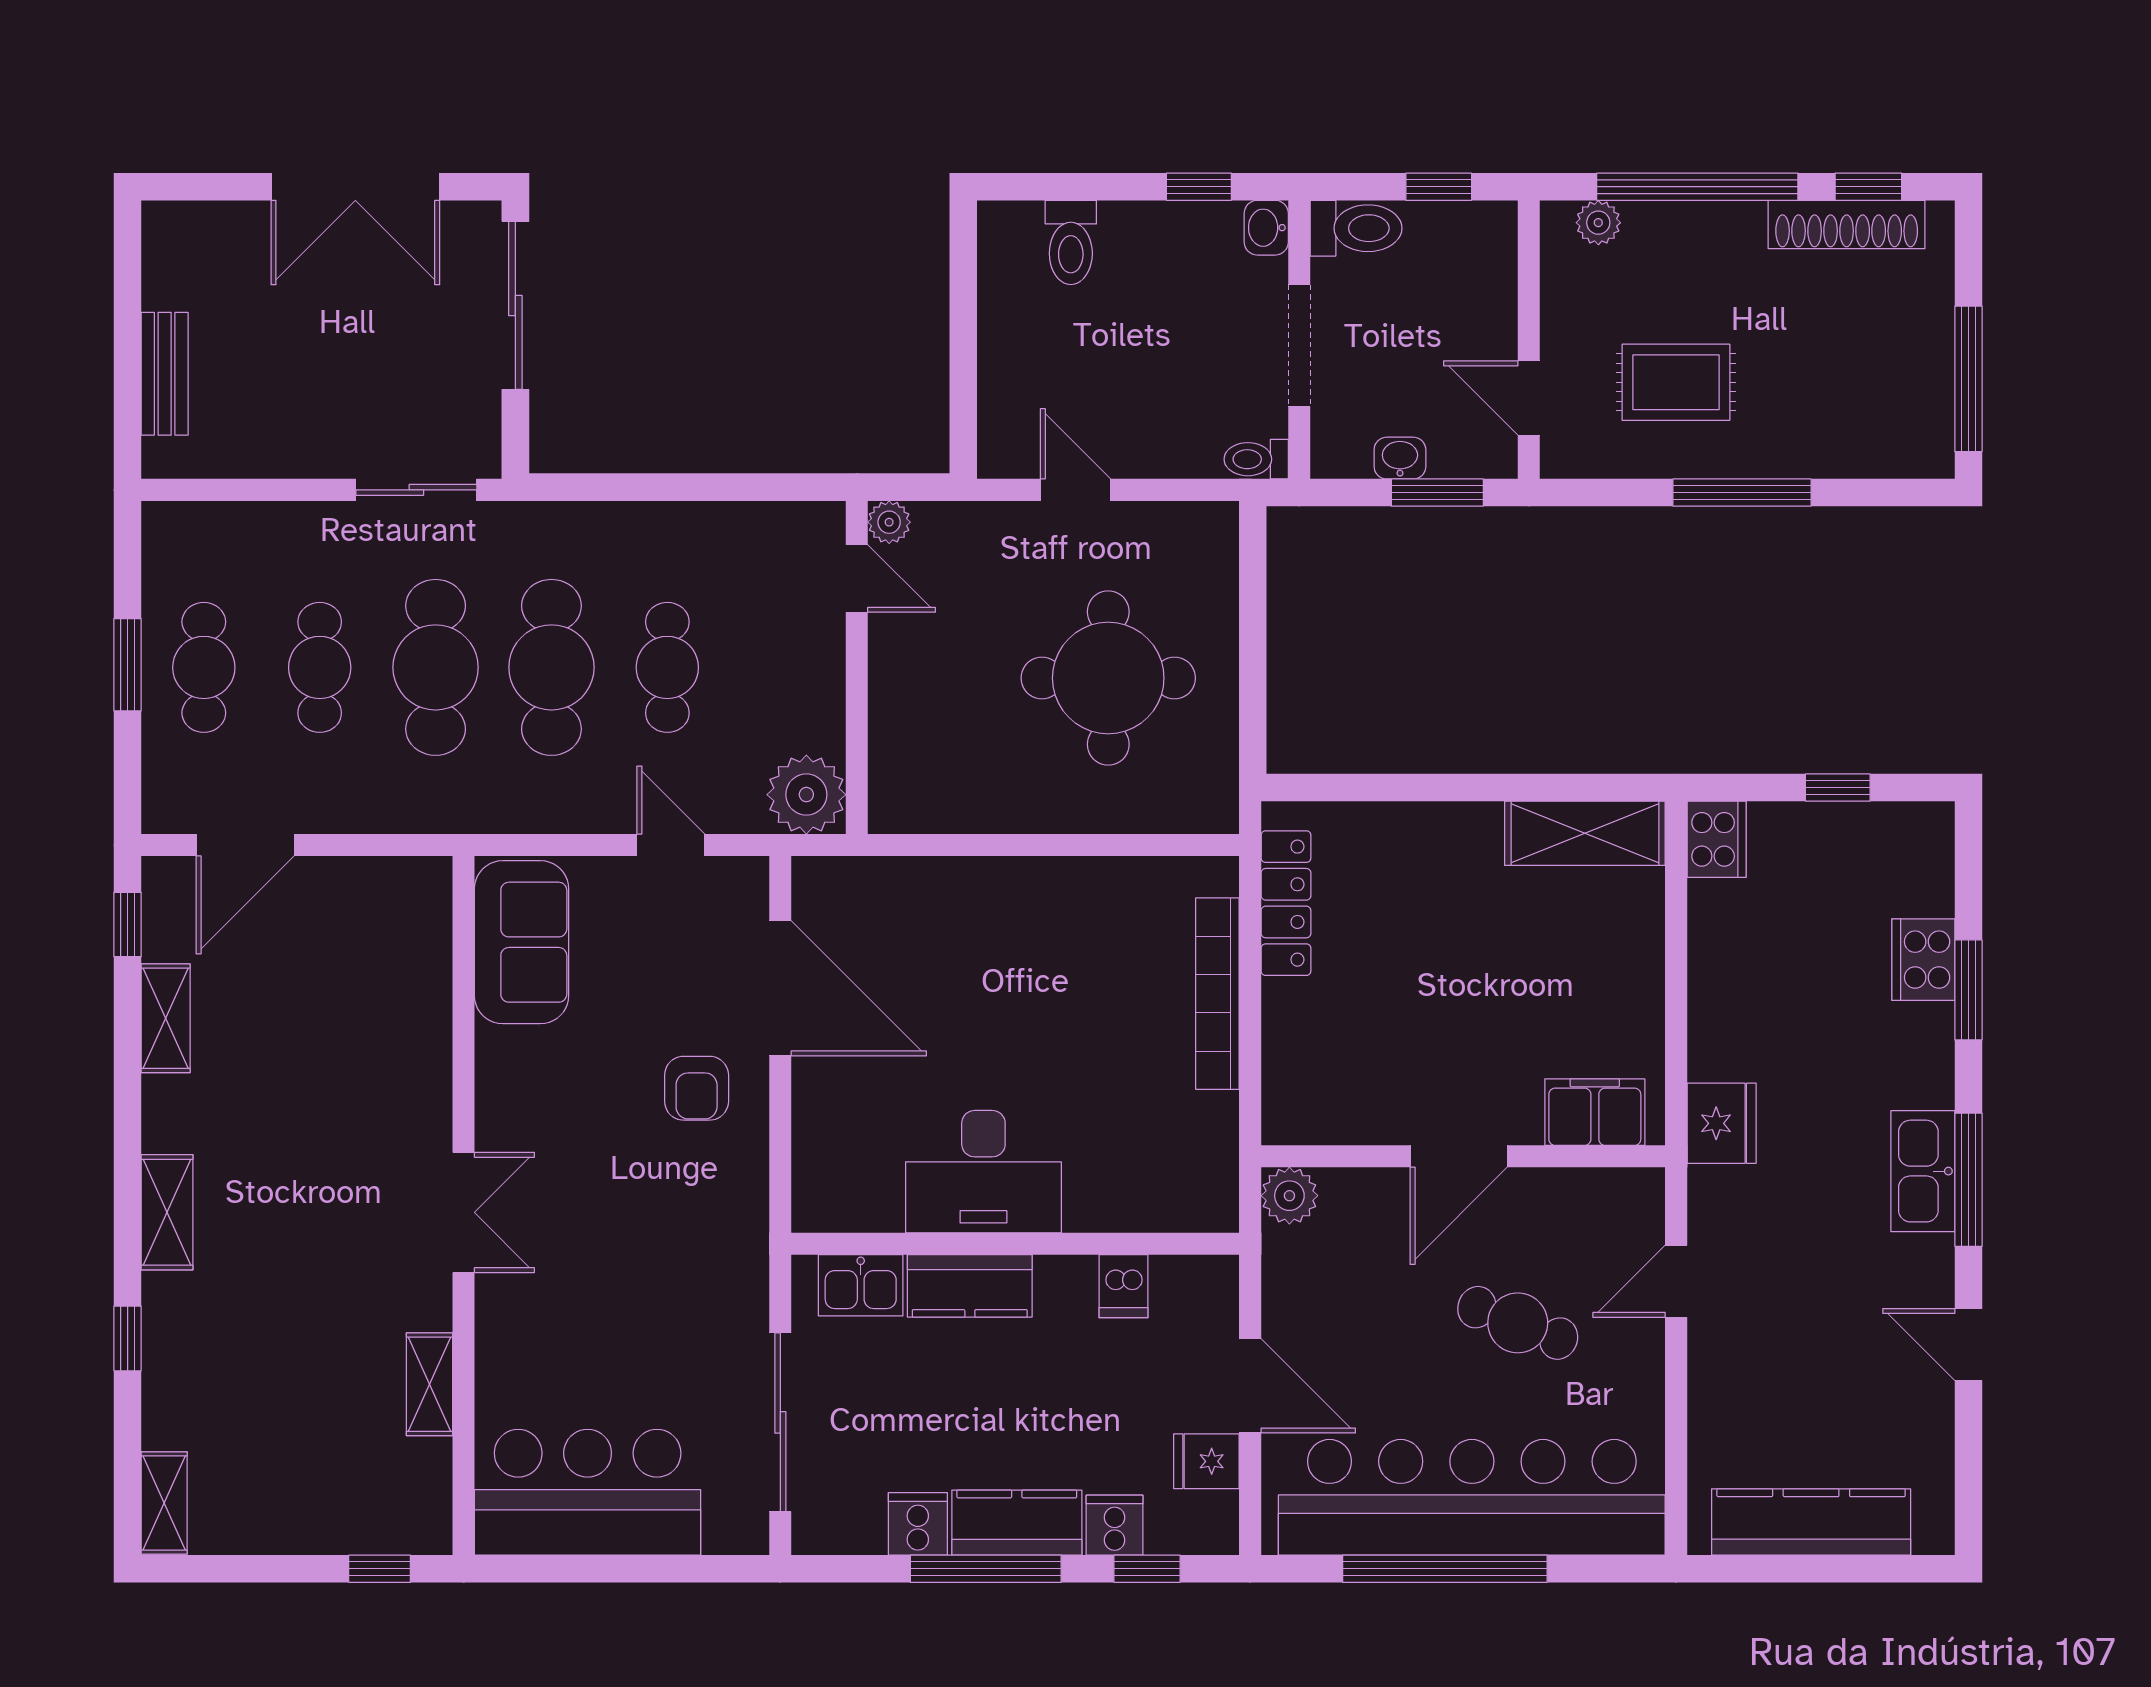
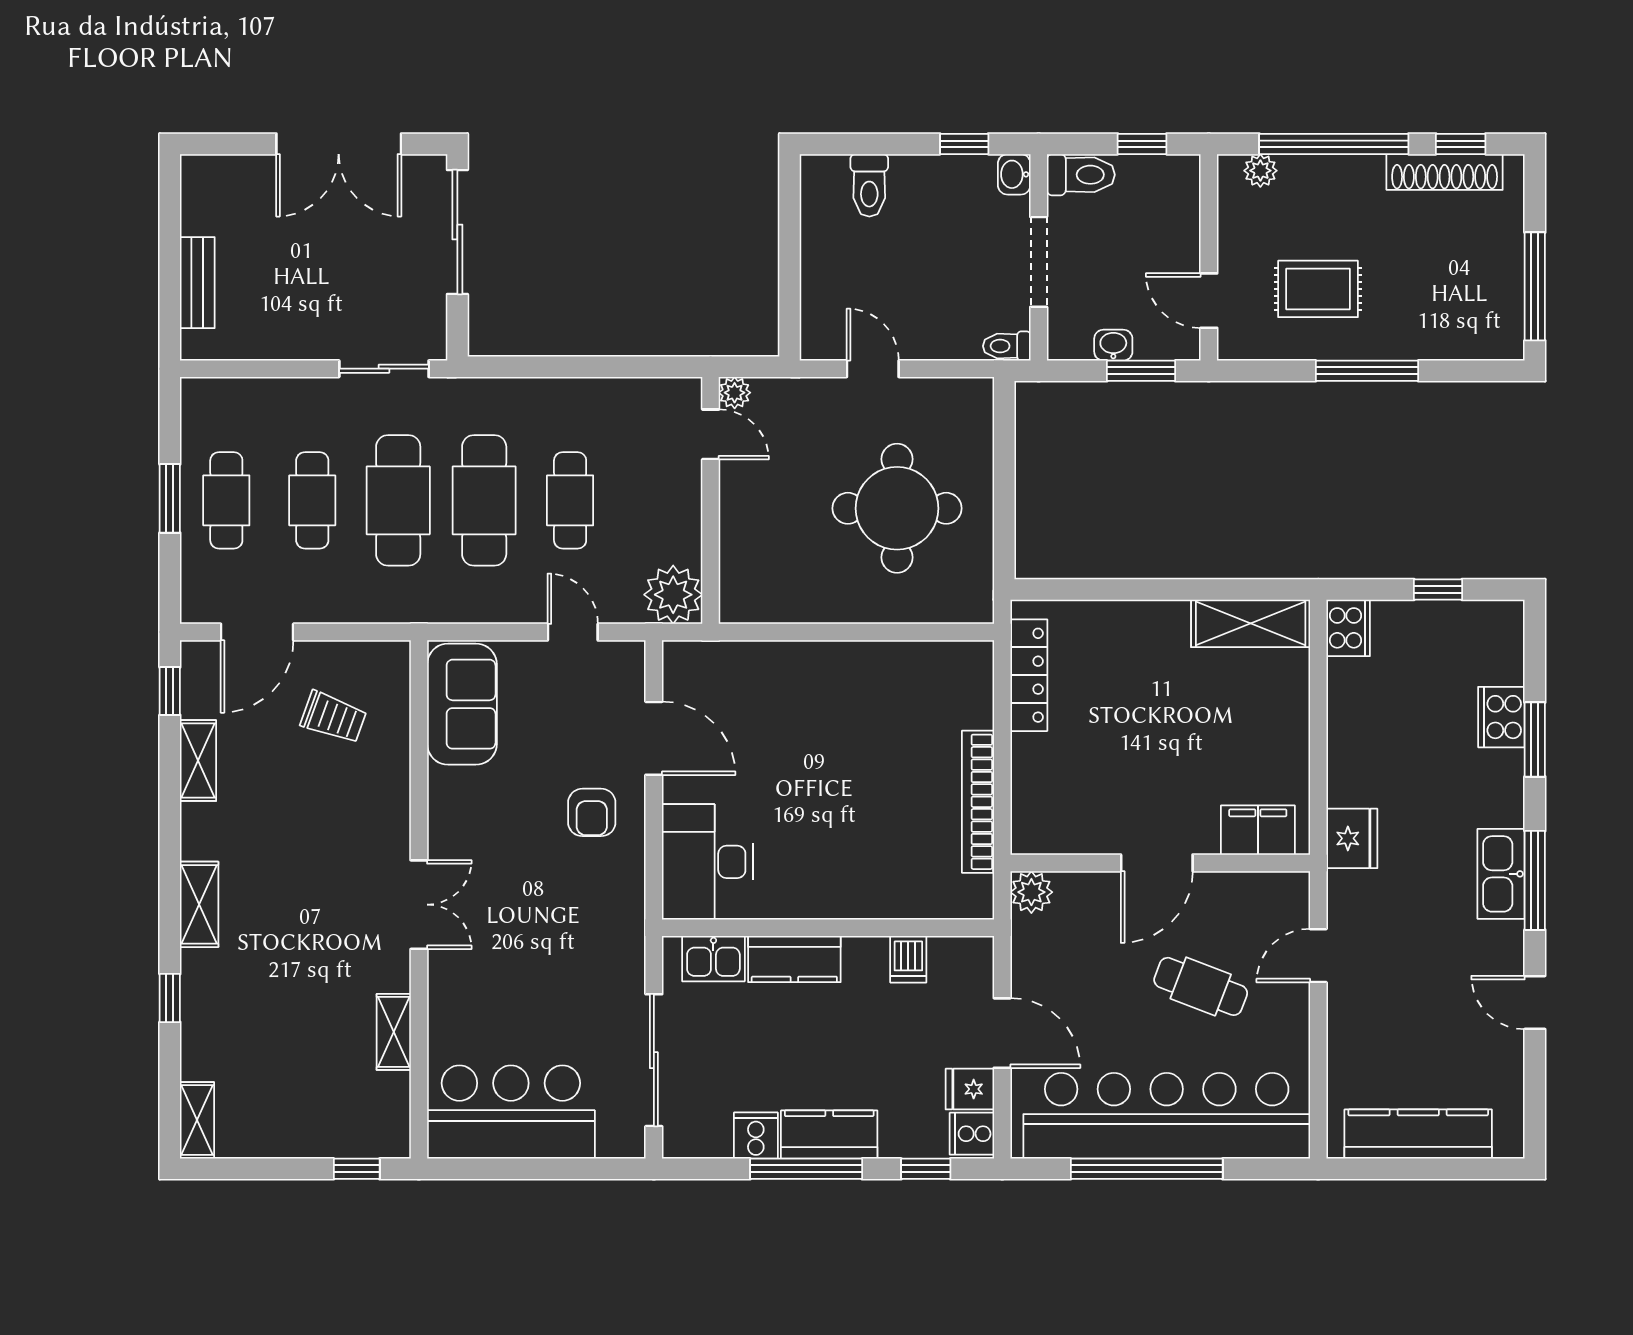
trolley: (348, 960) -> (333, 717), added
door: (780, 988) -> (654, 738), width x0.73
bookcase: (1217, 994) -> (978, 802), moved
desk: (983, 1172) -> (707, 862), moved, turned 90
cooker: (1115, 1525) -> (972, 1134), moved, turned -90

